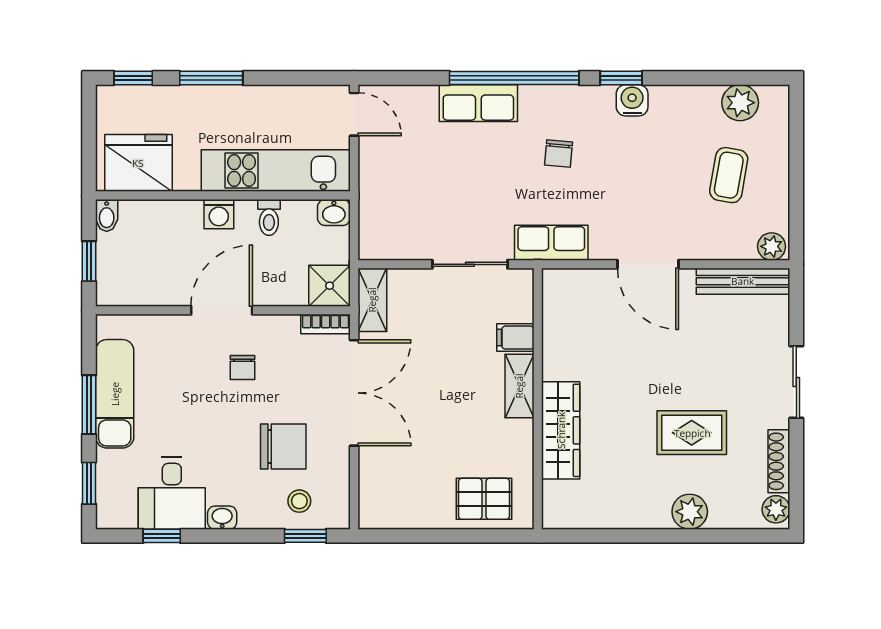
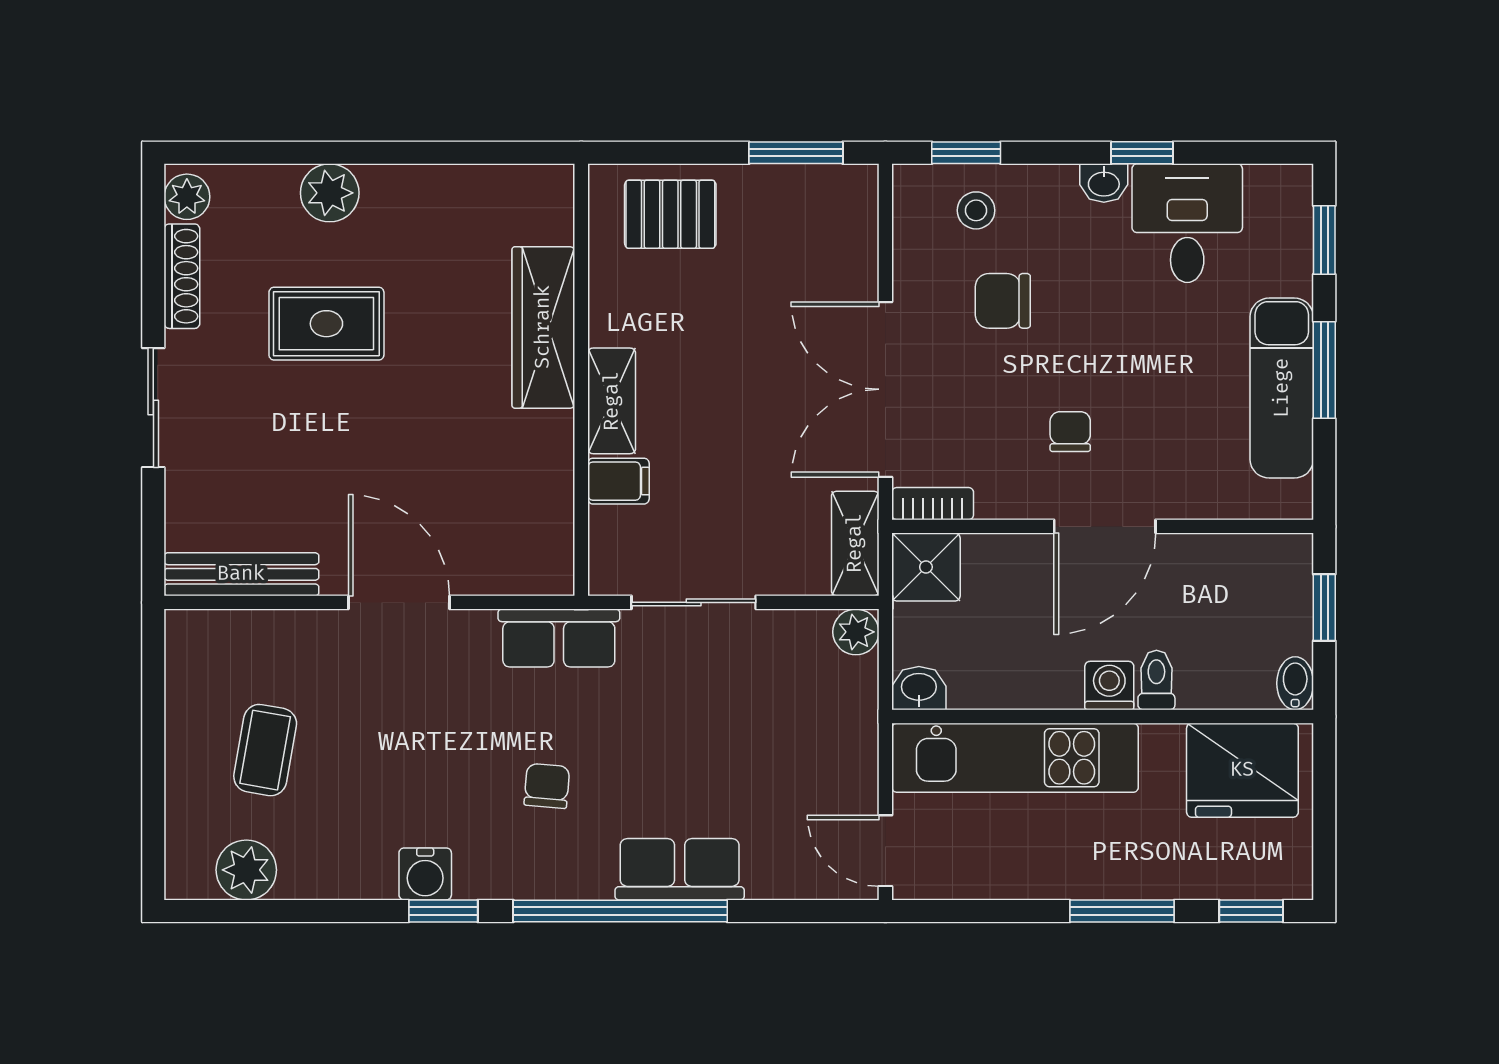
toilet: (269, 217) -> (1156, 680), moved
plant: (772, 246) -> (856, 632), moved
chair: (283, 446) -> (1003, 301), width x0.73, depth x0.73
window: (162, 536) -> (1142, 153), moved
window: (408, 536) -> (796, 153), added

